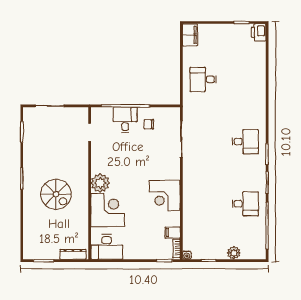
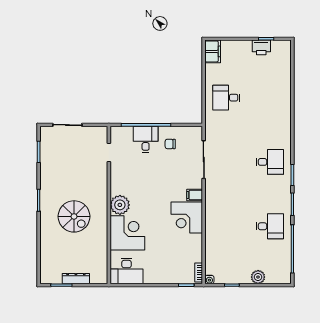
printer: (259, 32) -> (261, 47), moved, turned -90
filing cabinet: (173, 233) -> (195, 195), moved
dresser: (73, 254) -> (76, 279), moved

